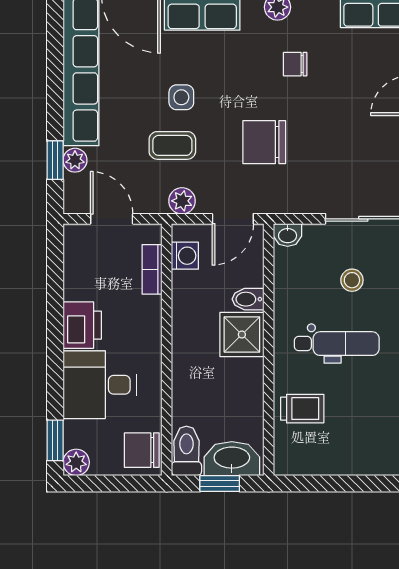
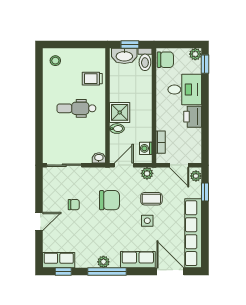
chair: (295, 64) -> (74, 205), moved
plant: (75, 160) -> (196, 176), moved
stool: (352, 280) -> (55, 61), moved

